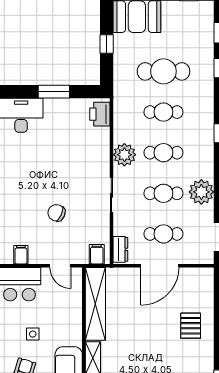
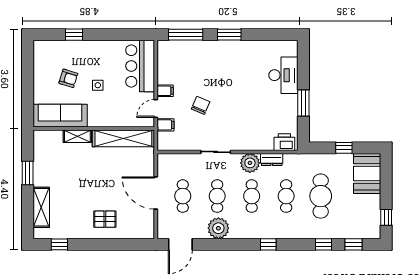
dresser: (120, 249) -> (272, 159), moved
filing cabinet: (97, 254) -> (166, 125), moved
filing cabinet: (21, 255) -> (165, 91), moved

